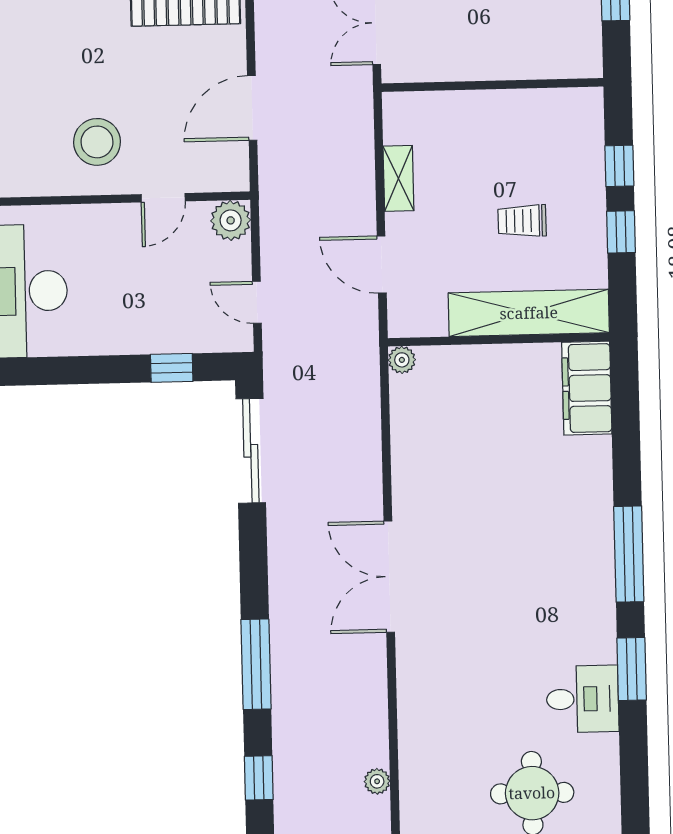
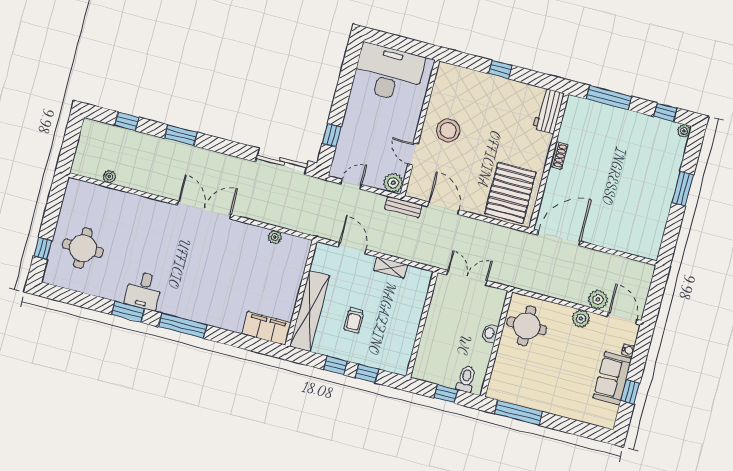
bench: (272, 187) -> (403, 207), added
trolley: (522, 221) -> (354, 320), turned 180
door: (382, 264) -> (352, 248), hinge flipped
plant: (402, 360) -> (275, 237), moved
window: (256, 664) -> (181, 135), width x0.69
desk: (583, 699) -> (144, 290), moved

